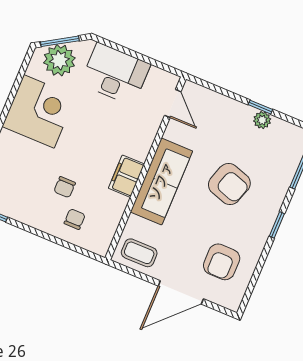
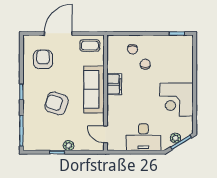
plant: (59, 60) -> (175, 138), width x0.53, depth x0.53
plant: (262, 120) -> (69, 146), moved

